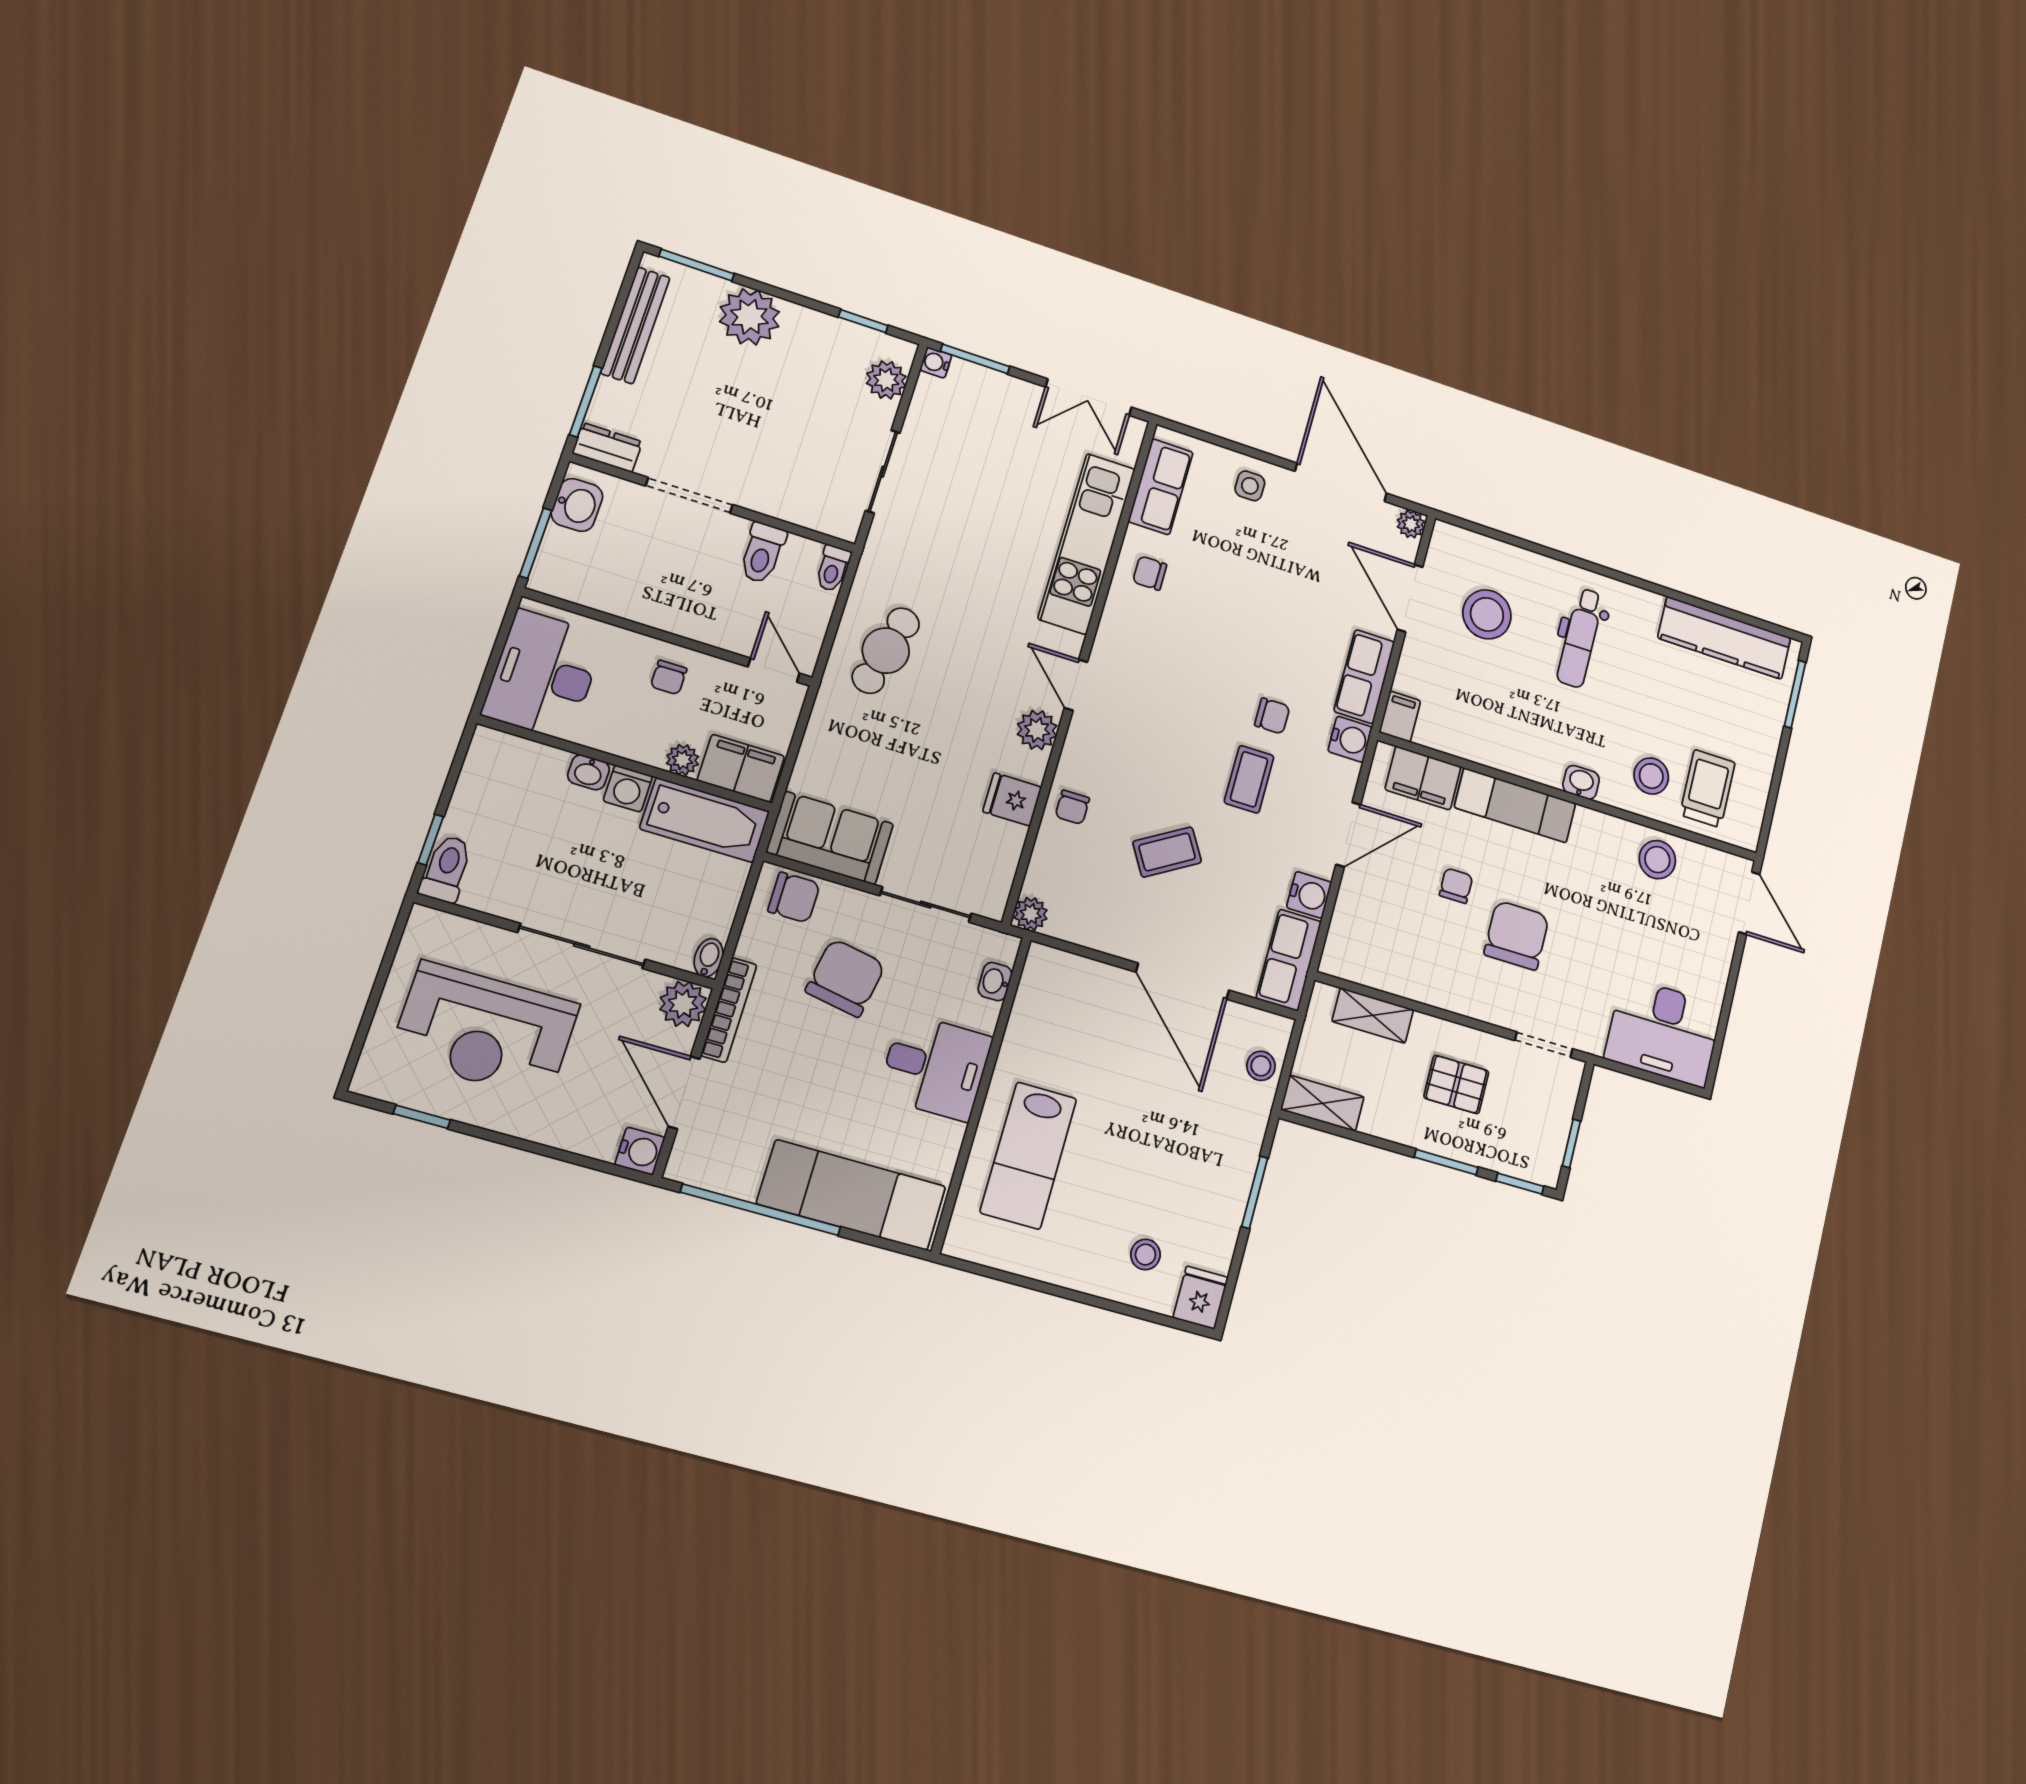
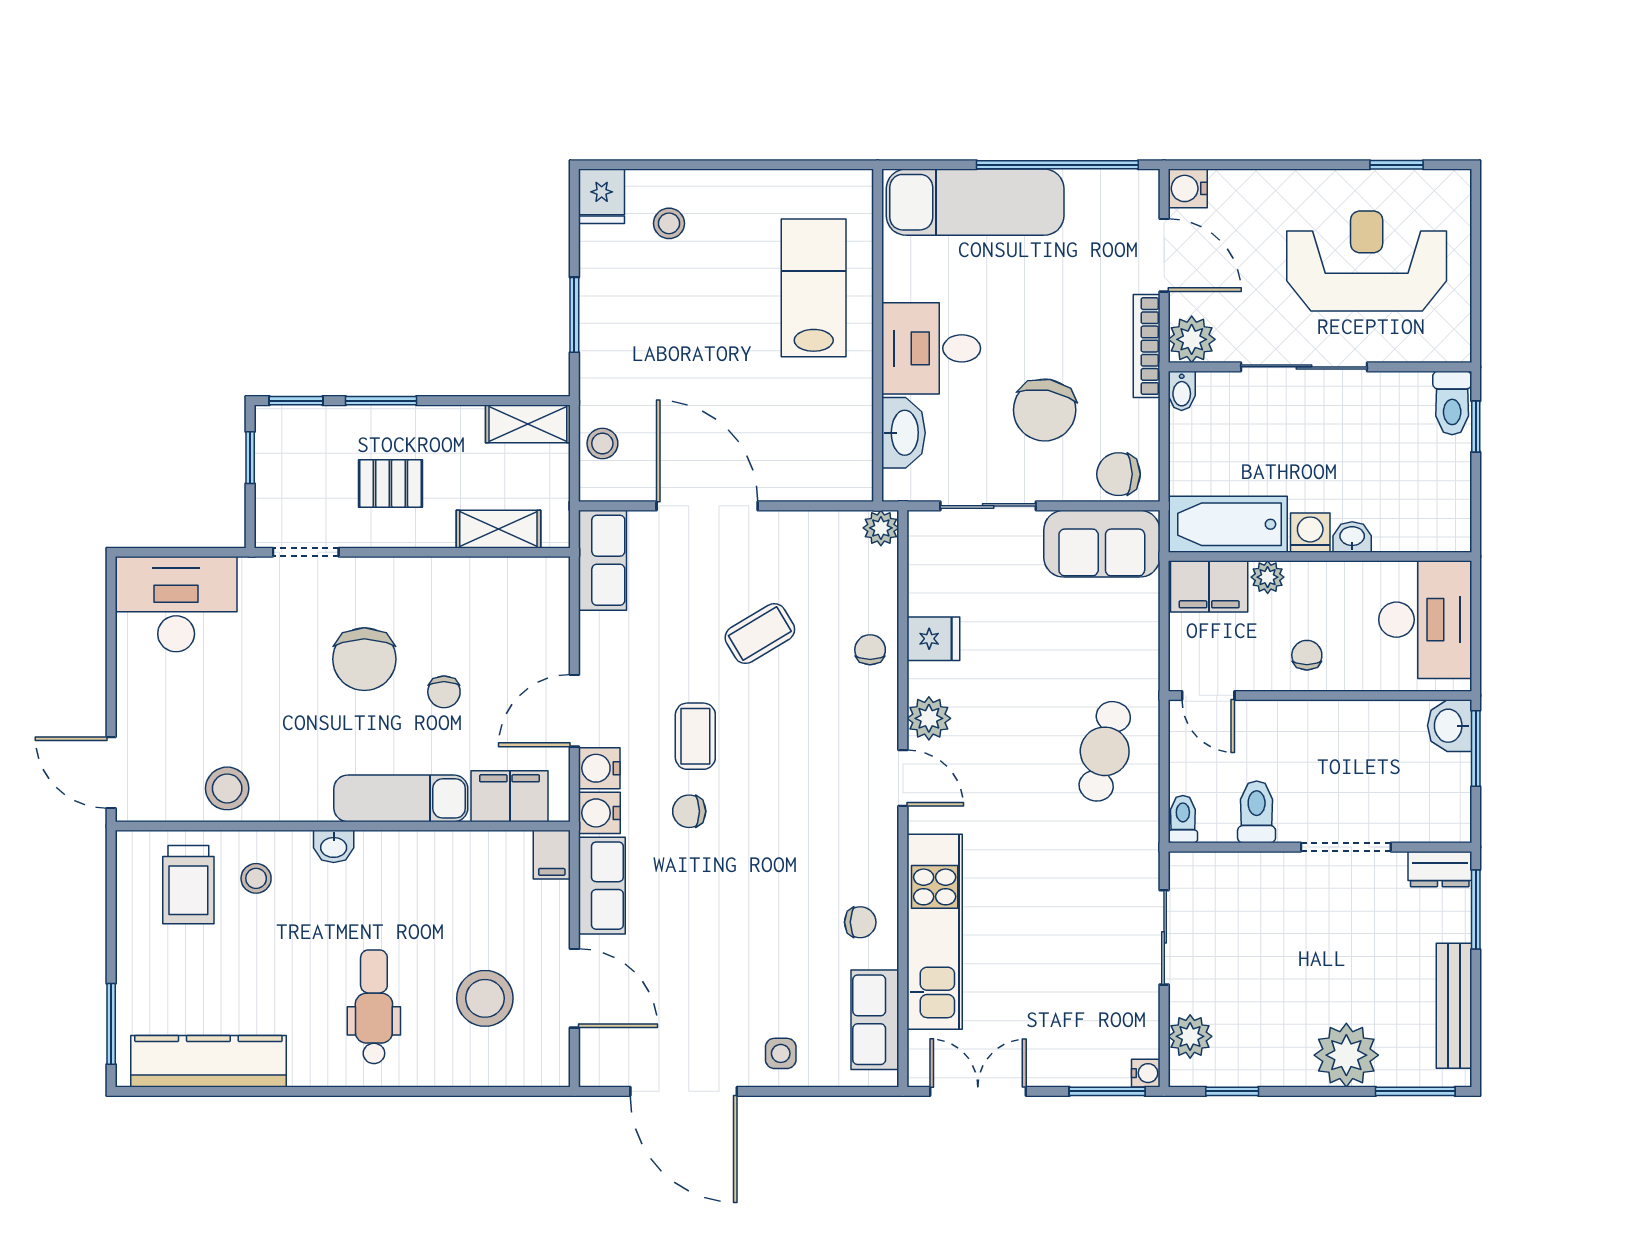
washbasin: (577, 505) -> (1450, 726), moved
plant: (1411, 524) -> (595, 1071), removed
stool: (1651, 776) -> (256, 878), width x0.73, depth x0.73
water cooler: (1309, 895) -> (599, 768), moved
washbasin: (995, 982) -> (903, 433), width x1.91, depth x1.45

